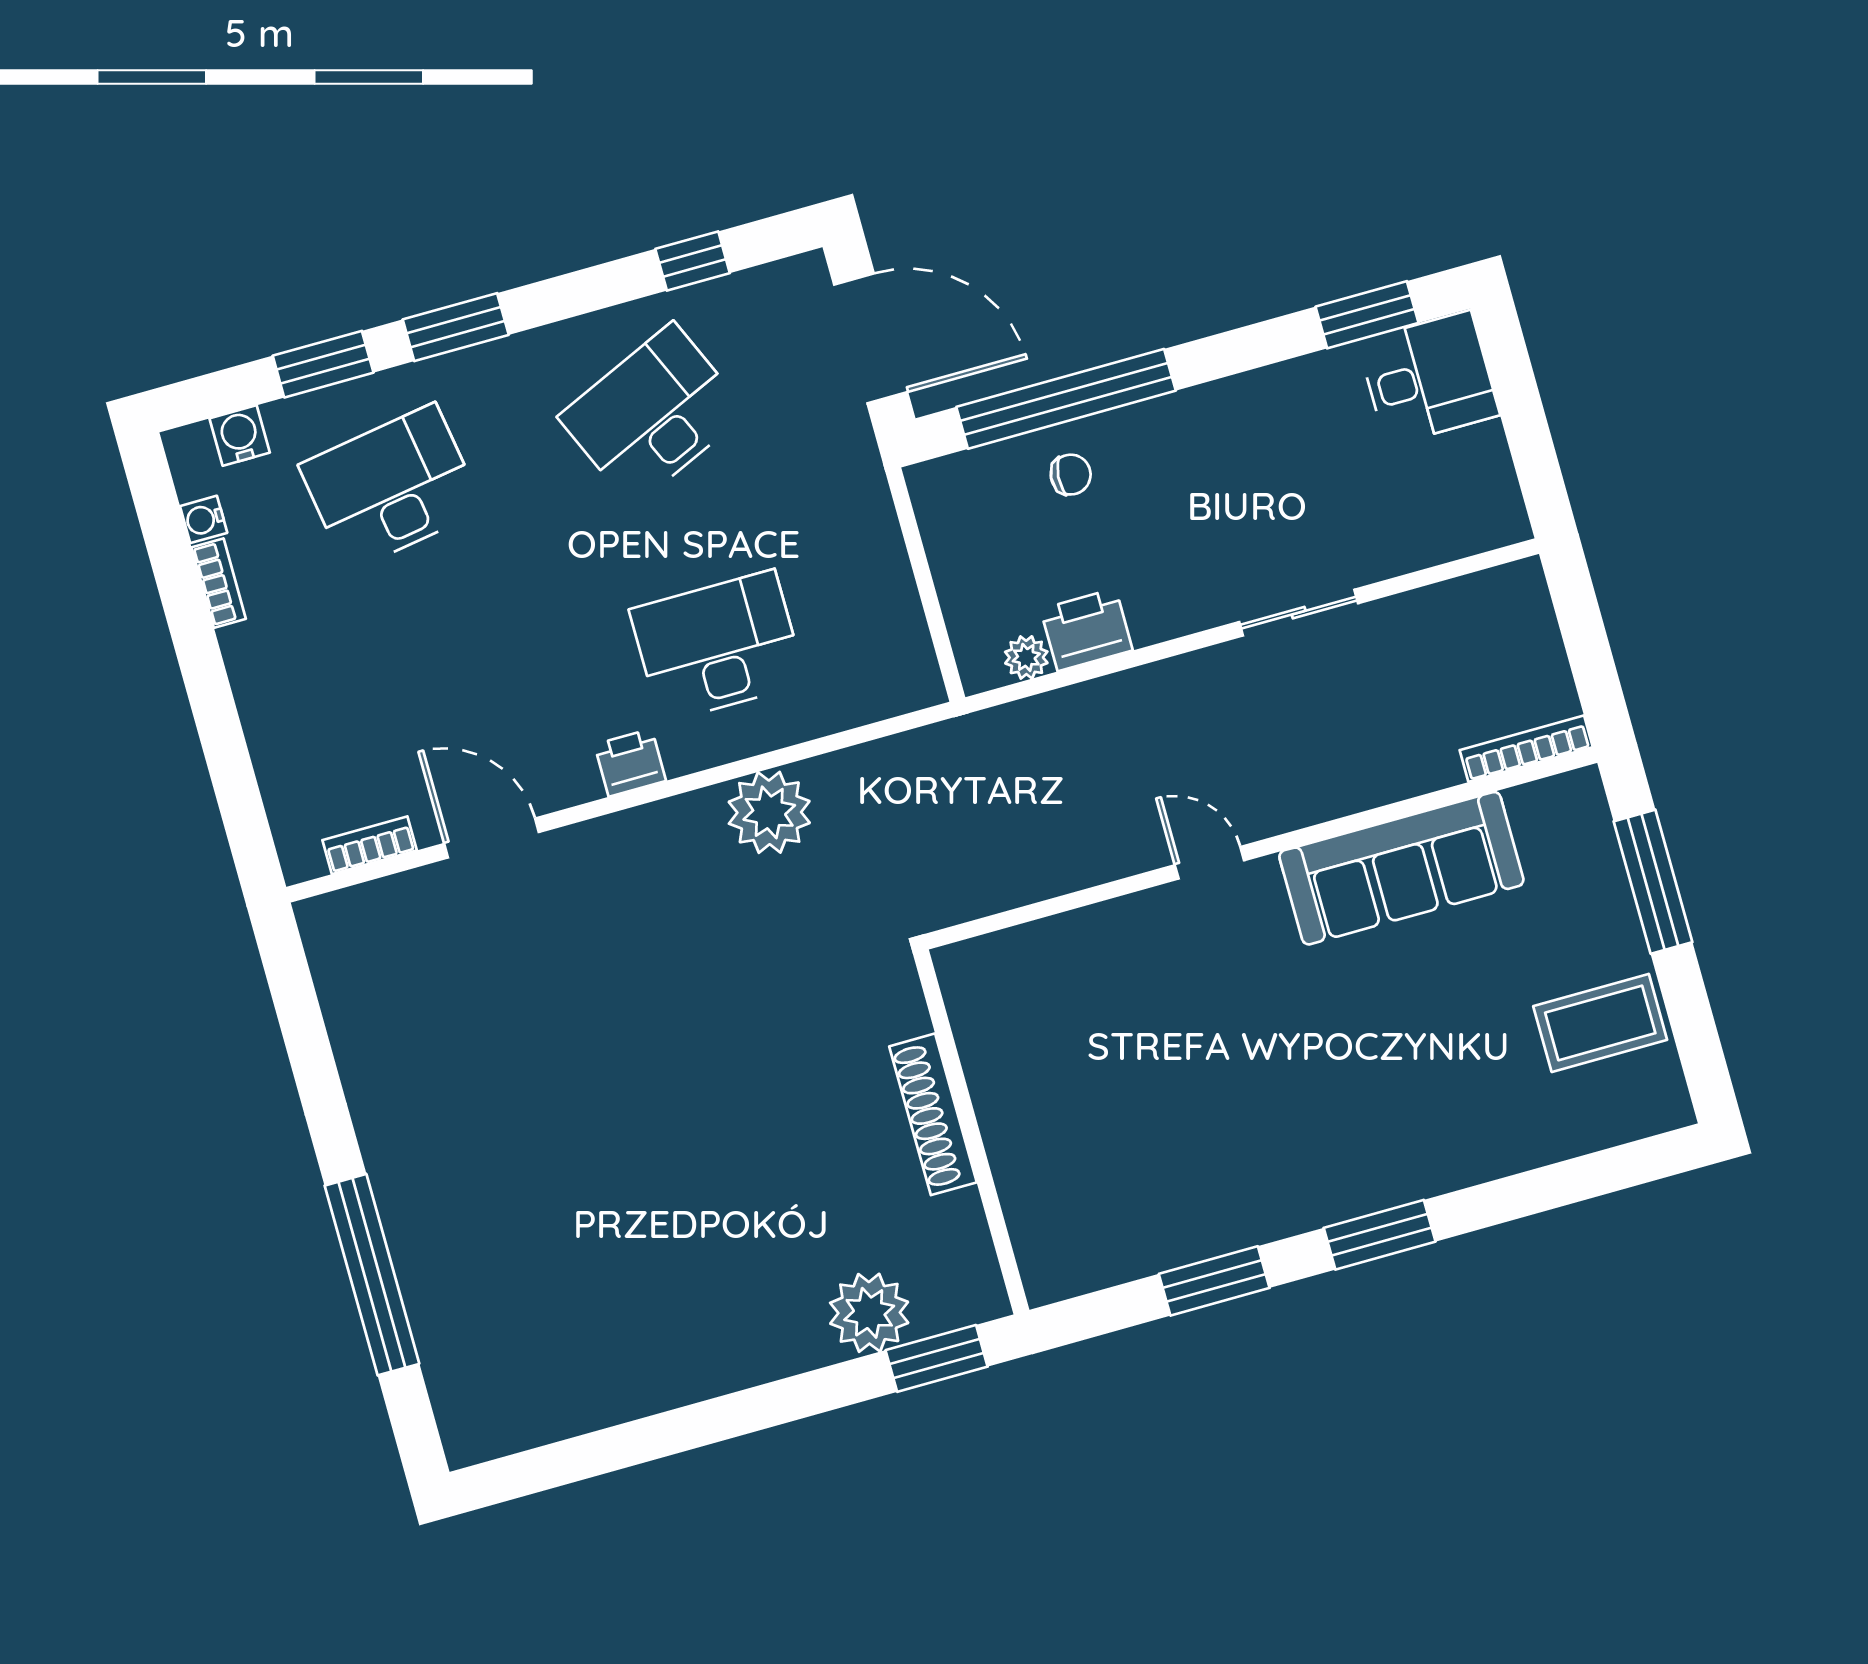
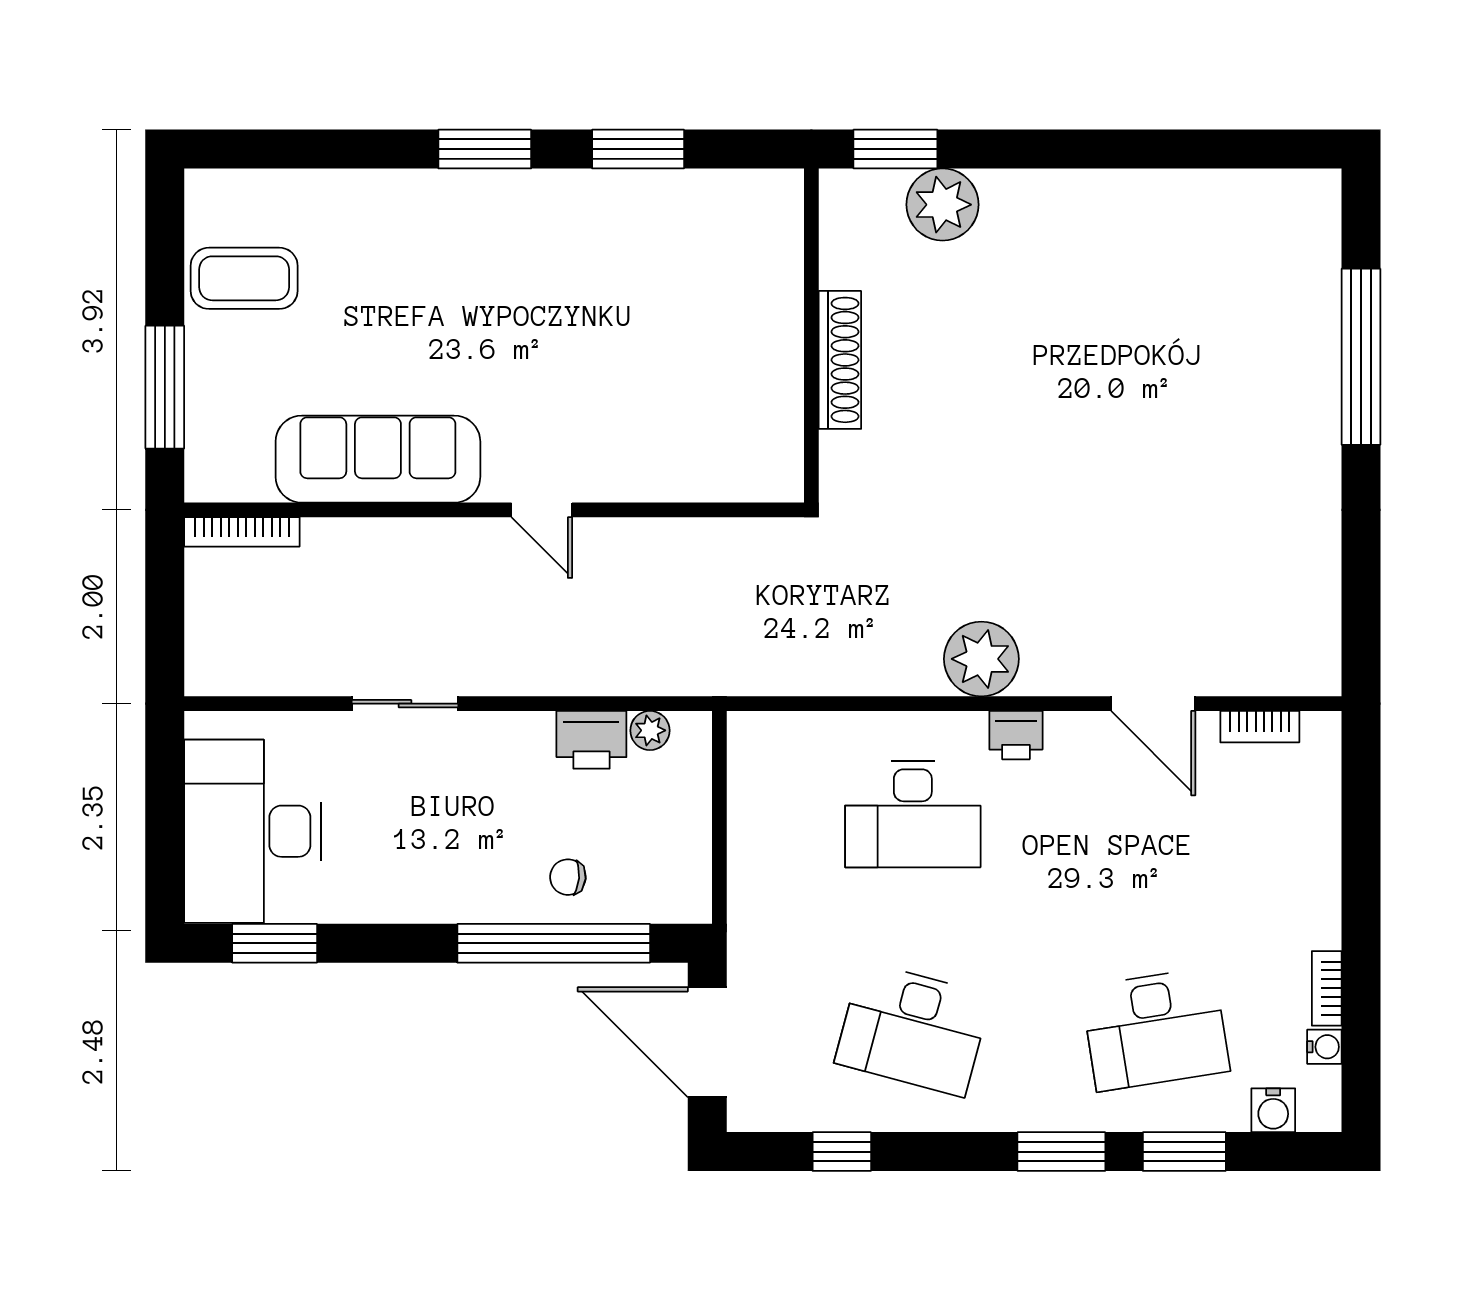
desk: (1429, 378) -> (253, 831), width x1.87, depth x1.30
desk: (653, 415) -> (913, 1029), turned 39
plant: (769, 812) -> (981, 659), moved

